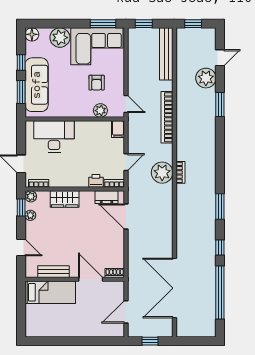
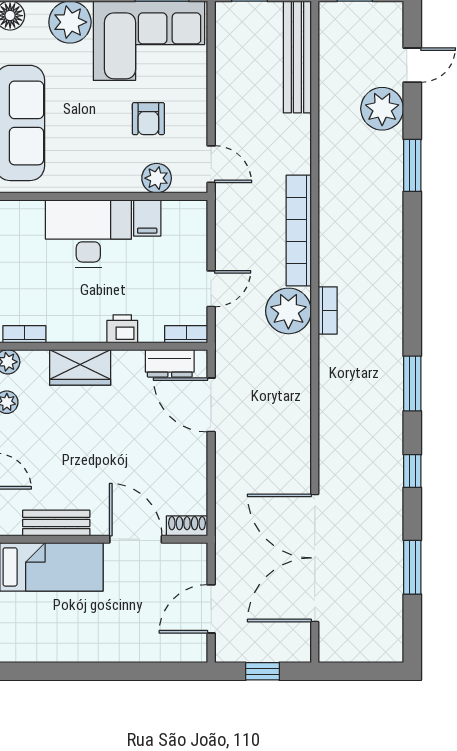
bookcase: (167, 117) -> (299, 230), moved
filing cabinet: (118, 129) -> (147, 218), moved
desk: (54, 136) -> (88, 234), moved
printer: (96, 181) -> (122, 329), moved
window: (220, 292) -> (412, 567), width x0.47

